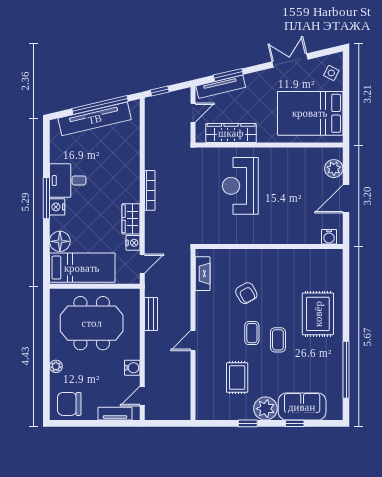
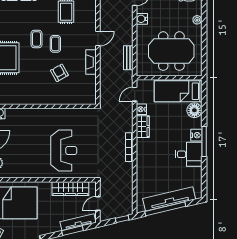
fireplace: (203, 274) -> (91, 62), moved

